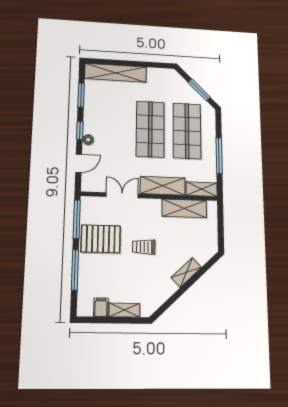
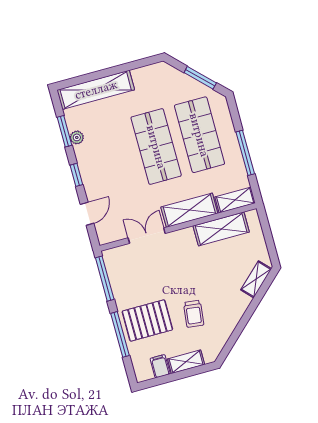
plant: (88, 140) -> (77, 137), moved
pallet: (101, 239) -> (147, 320), moved
trolley: (144, 247) -> (194, 314), moved, turned -83
shelving: (186, 272) -> (256, 279), moved

